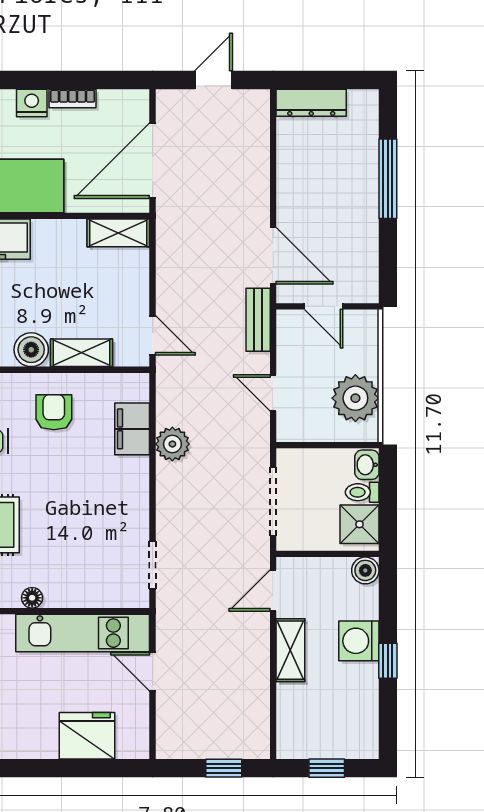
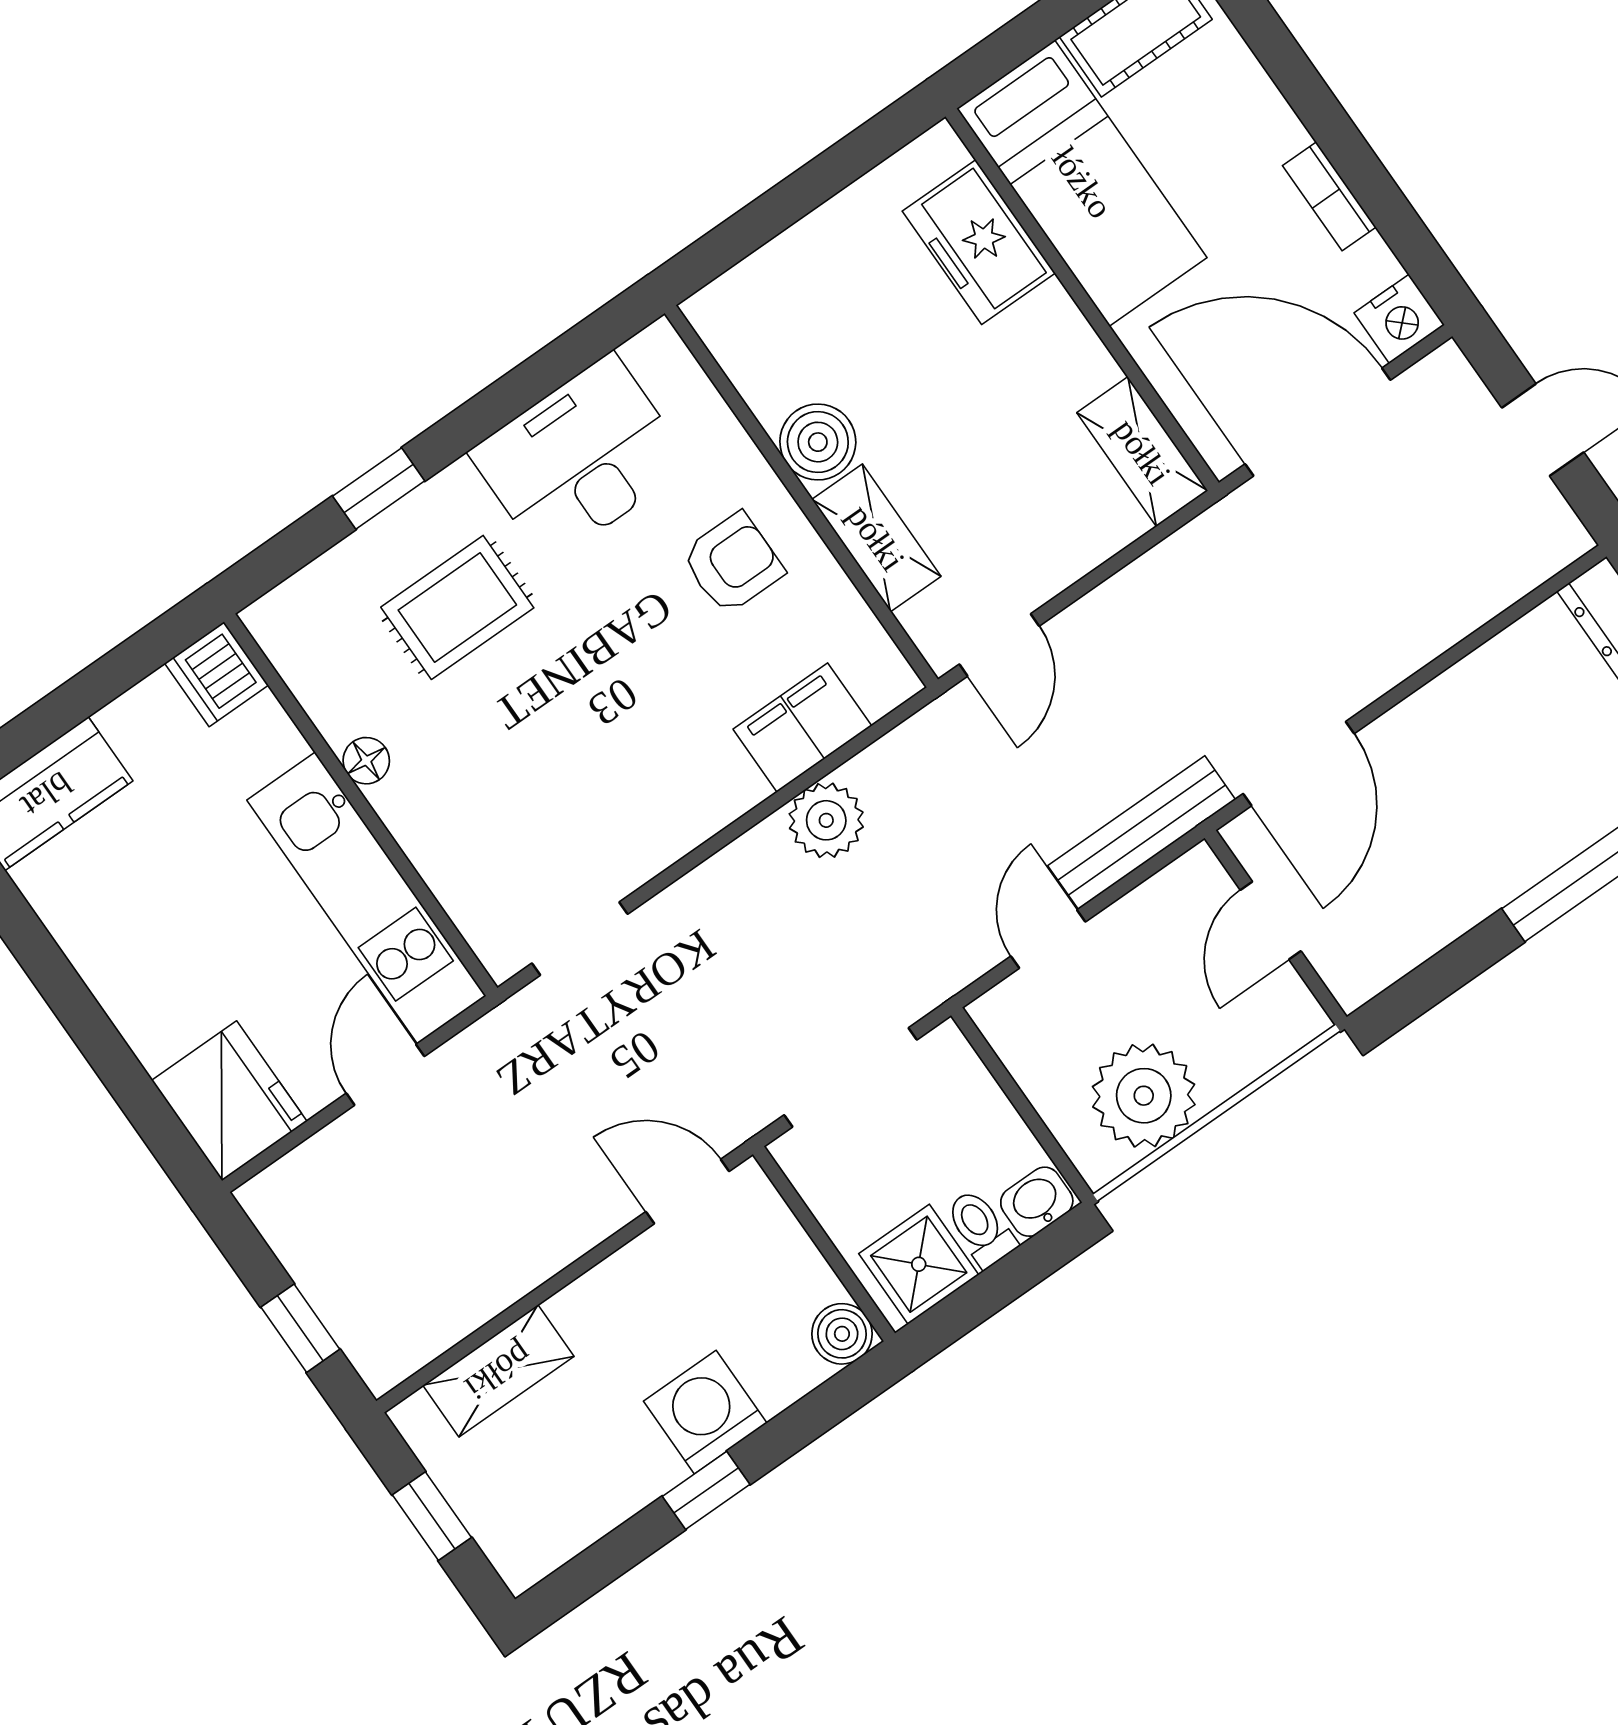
nightstand: (32, 103) -> (1399, 319), moved, turned 90
bench: (258, 320) -> (1142, 833), width x1.36
shelving: (290, 650) -> (498, 1371), moved
fridge: (87, 736) -> (229, 1101), moved

